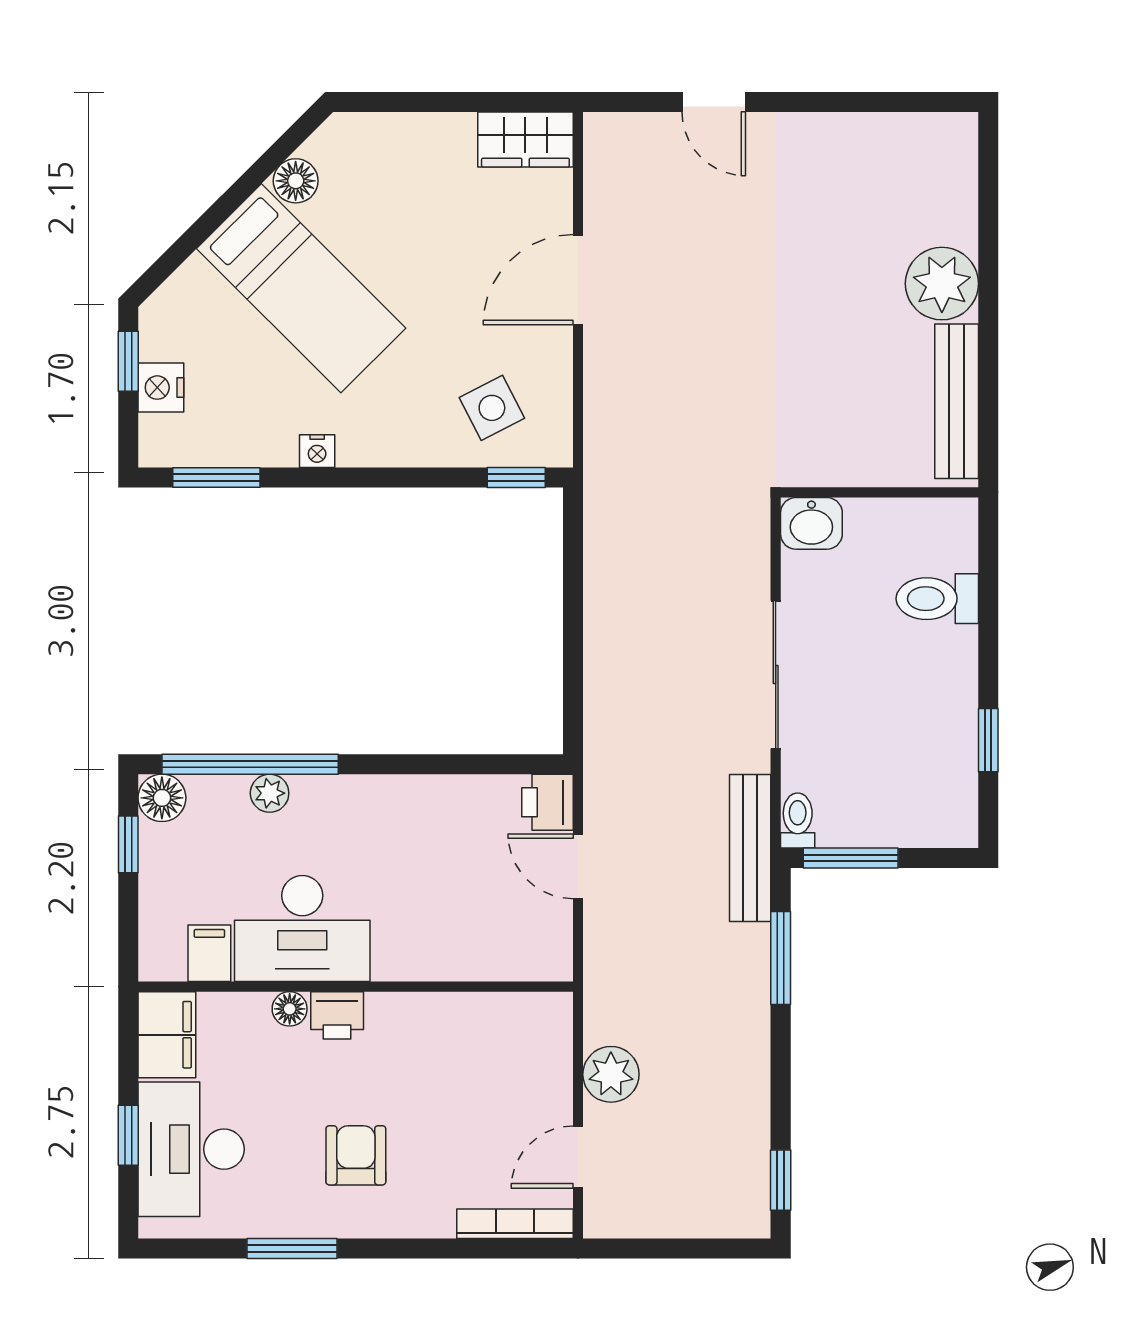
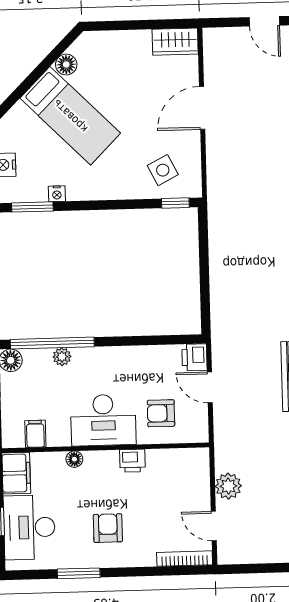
nightstand: (317, 451) -> (57, 194), moved
armchair: (474, 918) -> (161, 413), added
desk: (302, 929) -> (103, 420), moved
printer: (337, 1015) -> (132, 461), moved
door: (578, 1157) -> (214, 526), hinge flipped

